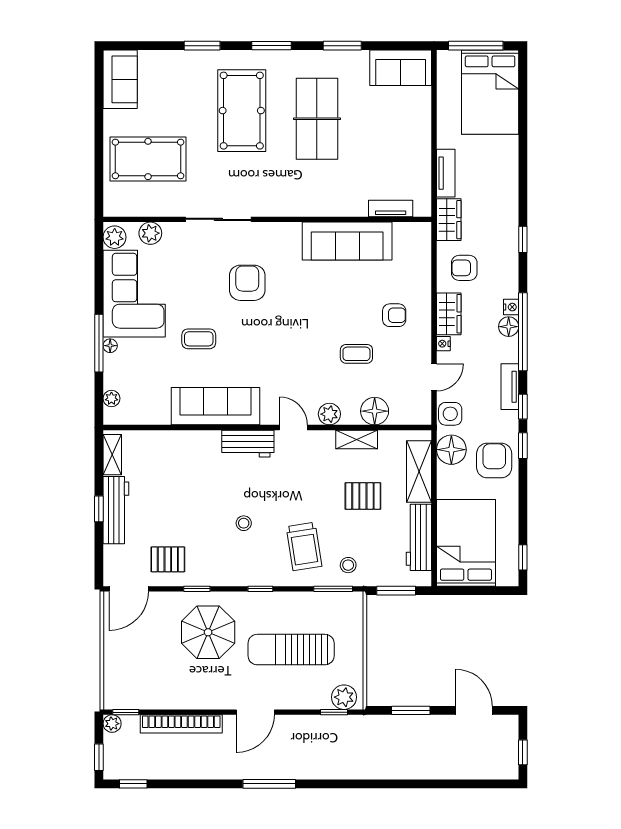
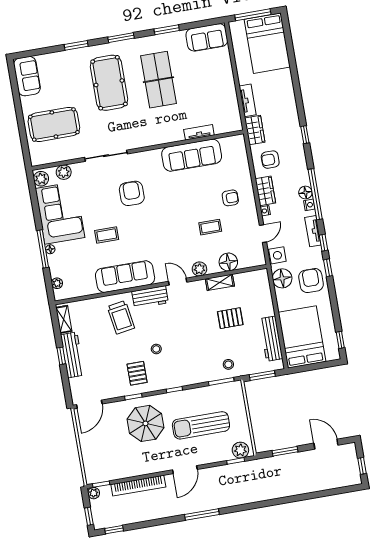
tv unit: (391, 208) -> (199, 132), moved
nightstand: (511, 307) -> (309, 205), moved
shelving: (419, 472) -> (264, 296), removed
trolley: (304, 546) -> (121, 317), moved
pallet: (168, 559) -> (137, 373), moved, turned 90

